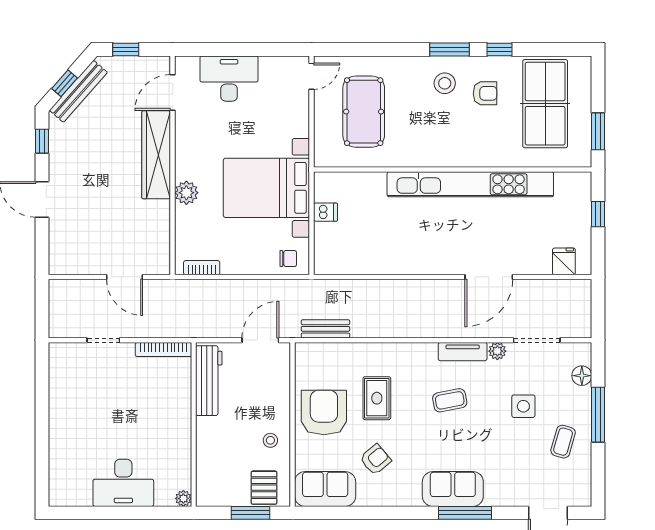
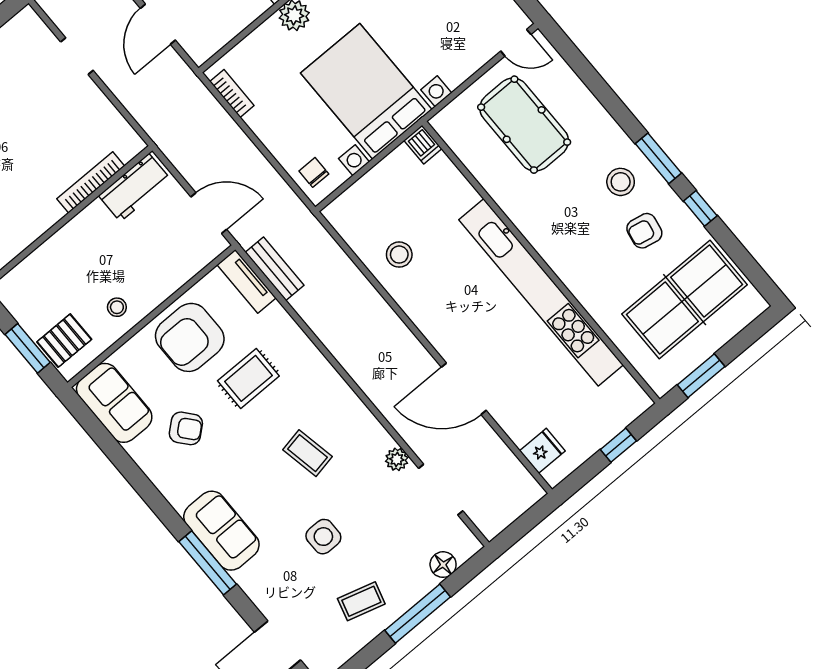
armchair: (485, 93) -> (644, 231), turned 101
pool table: (364, 112) -> (524, 125), turned 90
dishwasher: (325, 212) -> (423, 145), moved
stool: (378, 249) -> (399, 255), added
chair: (288, 259) -> (314, 172), turned 180
bookcase: (163, 349) -> (91, 182), moved, turned 90
tv unit: (463, 352) -> (247, 281), moved
workbench: (209, 381) -> (135, 188), width x0.73
side table: (523, 406) -> (323, 537), moved
armchair: (324, 412) -> (190, 337), turned 180

